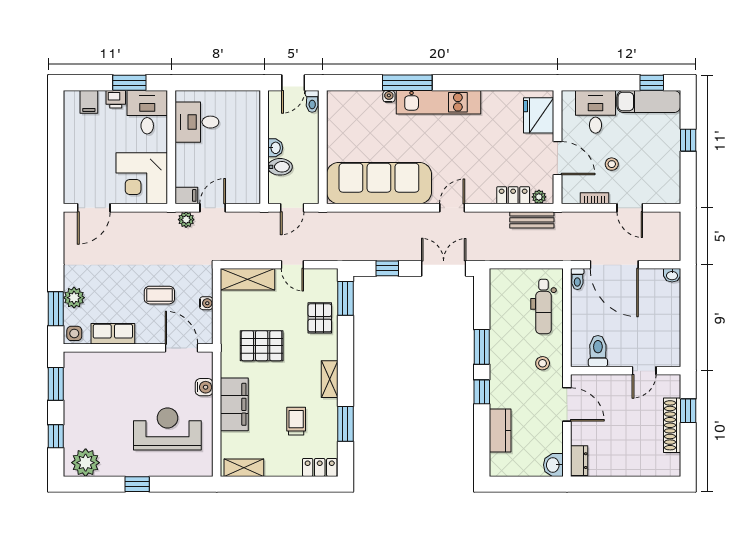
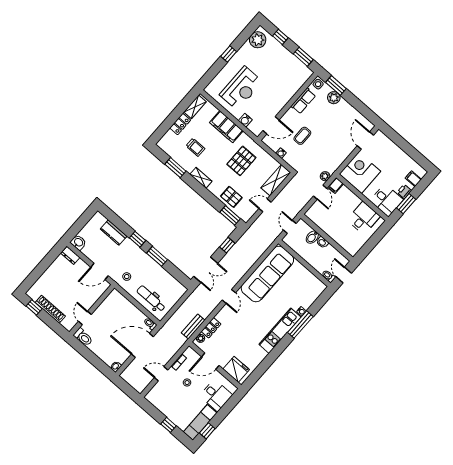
toilet: (598, 351) -> (83, 337), moved
window: (688, 411) -> (34, 307), moved
locker: (320, 467) -> (180, 124), moved

